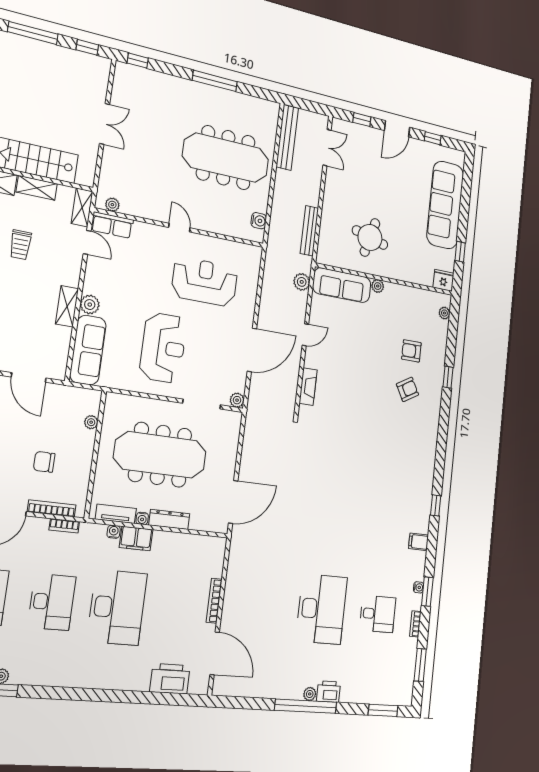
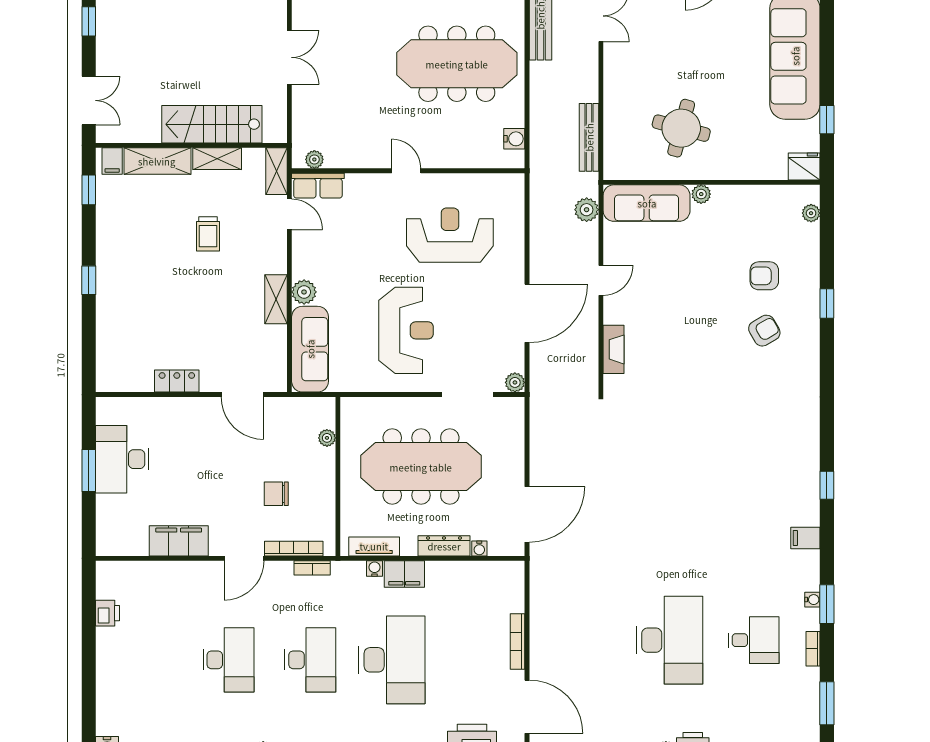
water cooler: (142, 518) -> (479, 548), moved

